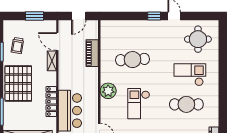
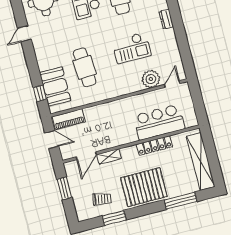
window: (154, 16) -> (40, 93), moved
booth: (123, 30) -> (55, 87), added
piano: (92, 53) -> (69, 119), moved
plant: (108, 91) -> (151, 79), moved

